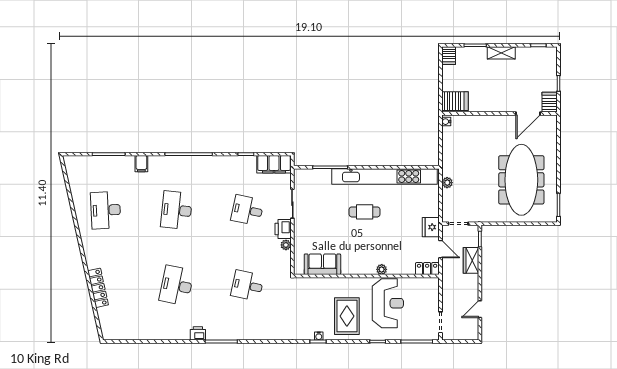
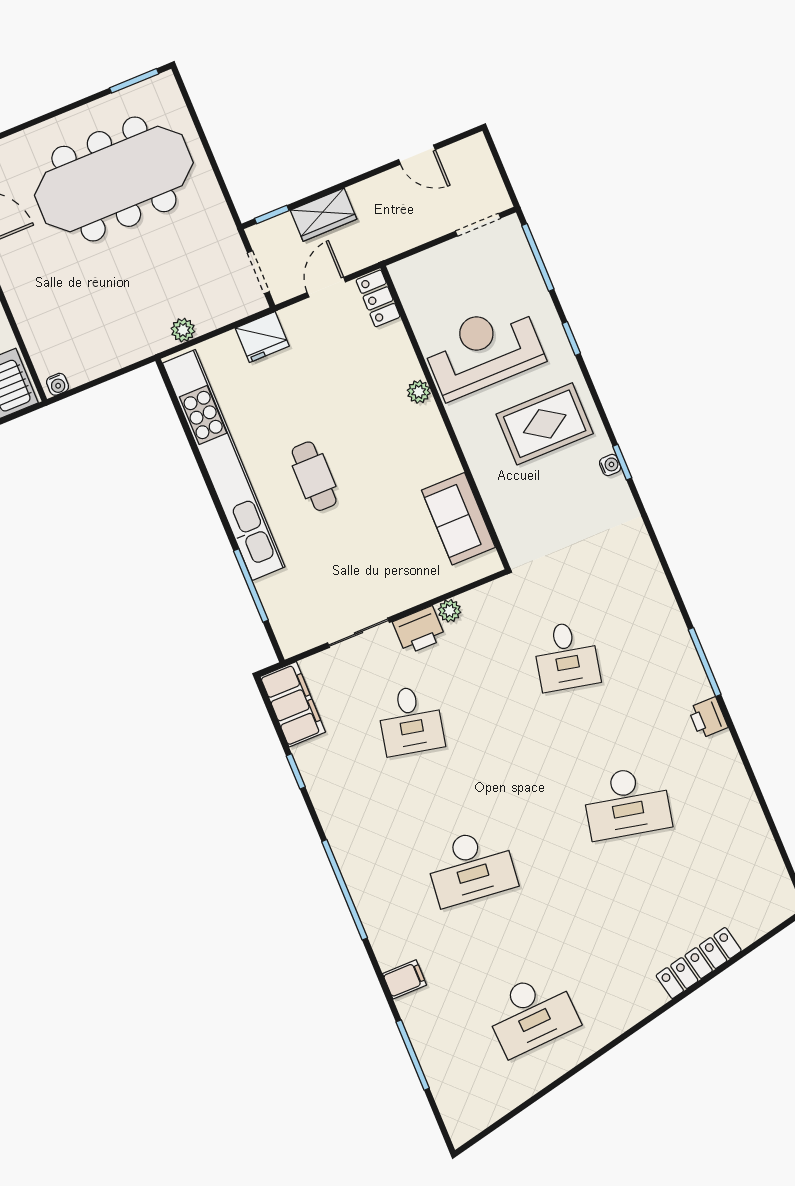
fridge: (431, 227) -> (262, 337), moved

